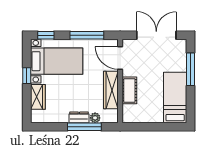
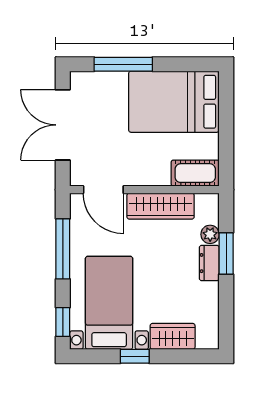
door: (120, 58) -> (103, 190), hinge flipped
cot: (129, 90) -> (195, 173), moved
bed: (175, 98) -> (174, 102), width x1.50
window: (84, 127) -> (226, 253), width x0.69

